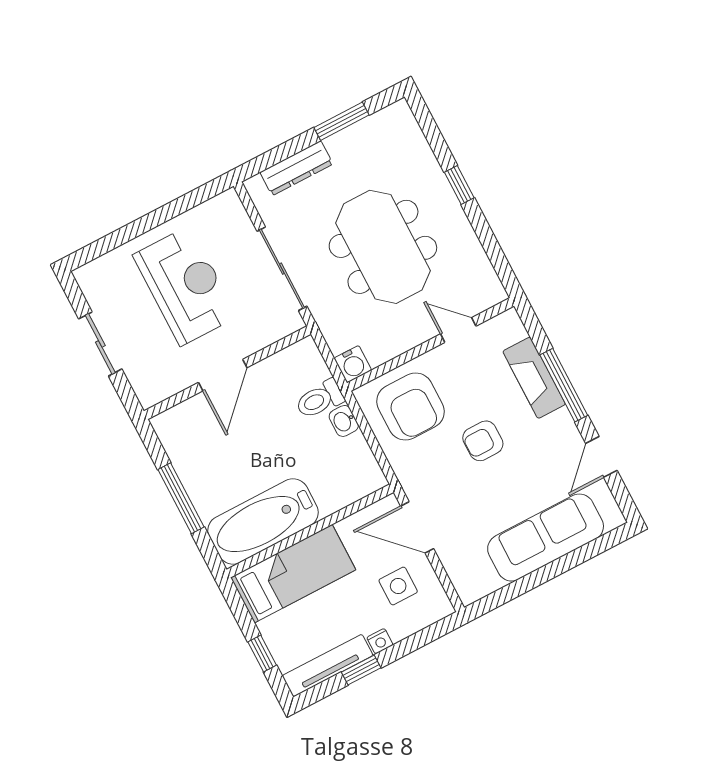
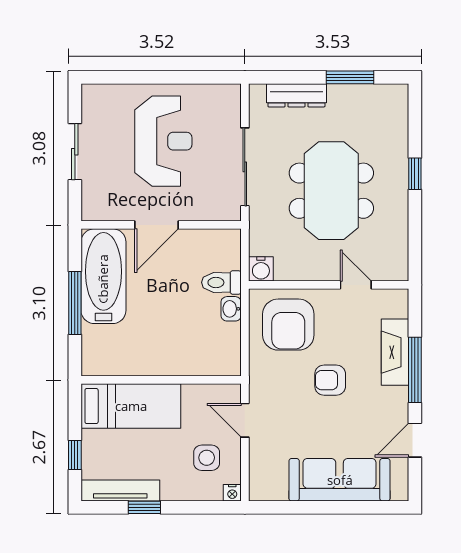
bathtub: (263, 522) -> (103, 276), moved, turned 90
door: (417, 527) -> (245, 420), width x0.73
nightstand: (380, 641) -> (232, 493), moved

